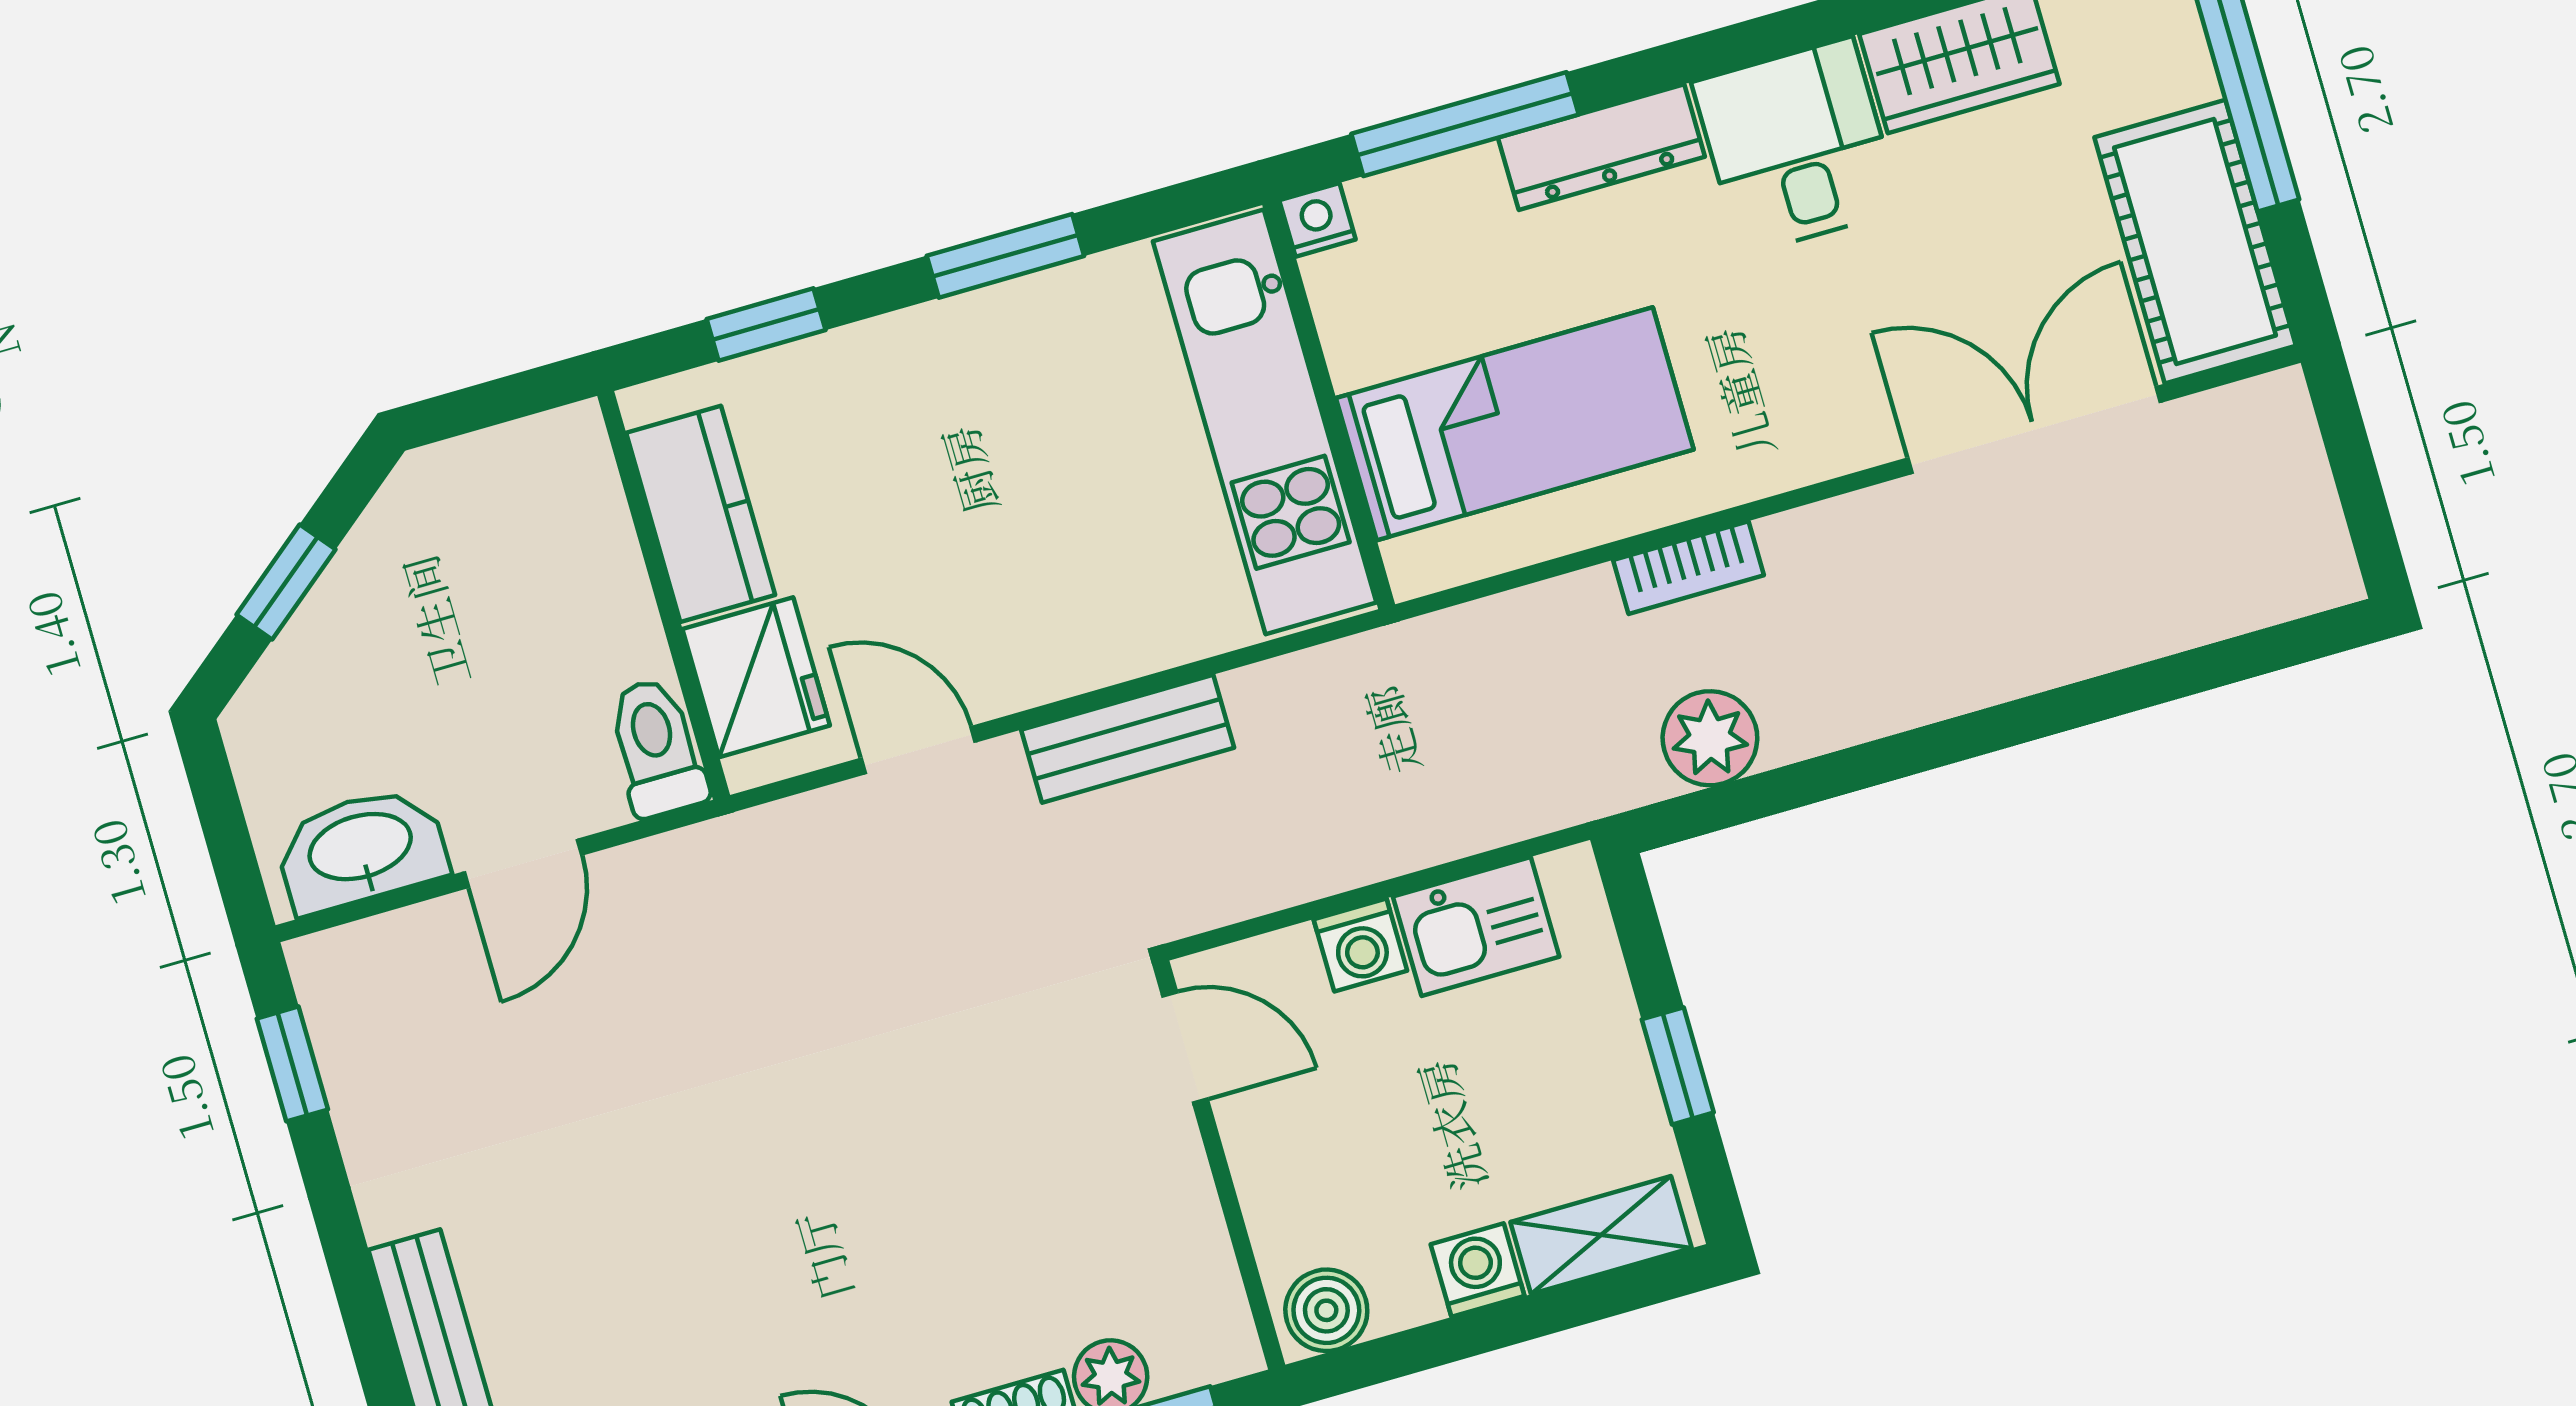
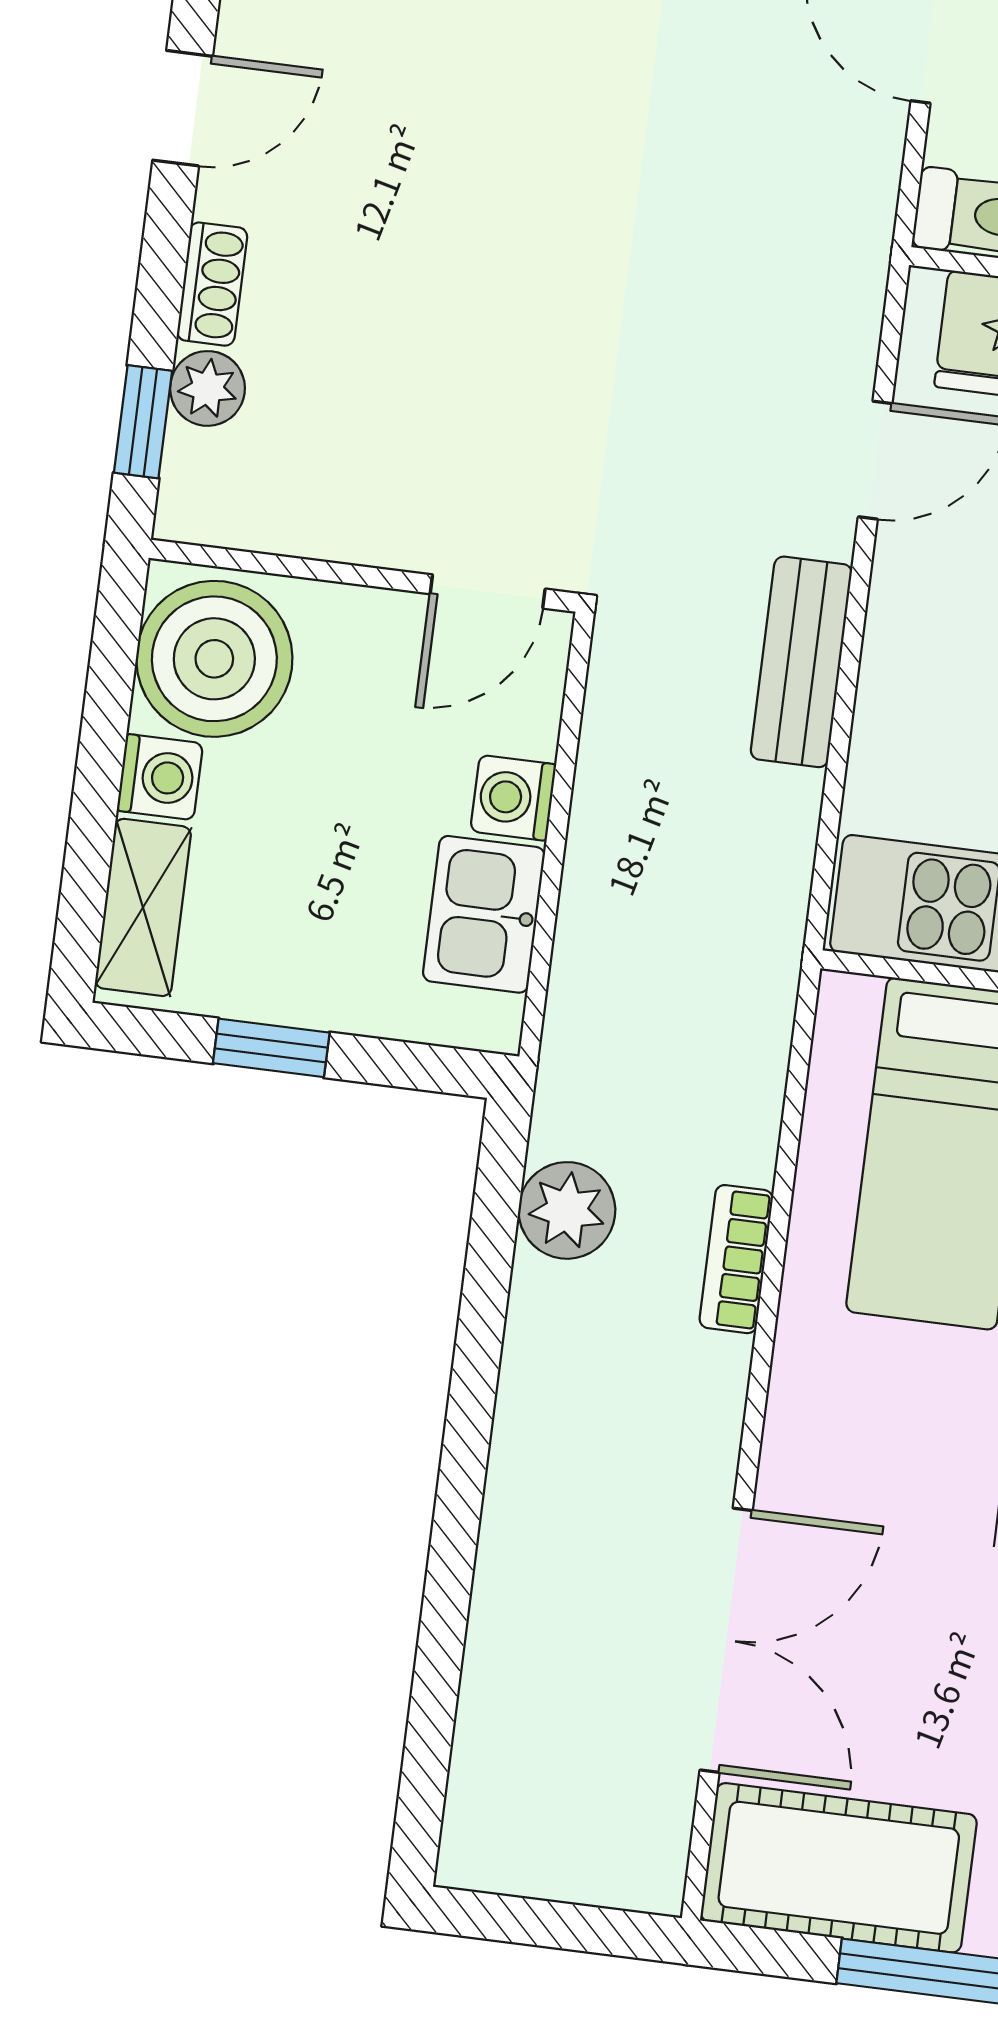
boiler: (1326, 1310) -> (214, 659), width x1.86, depth x1.86

